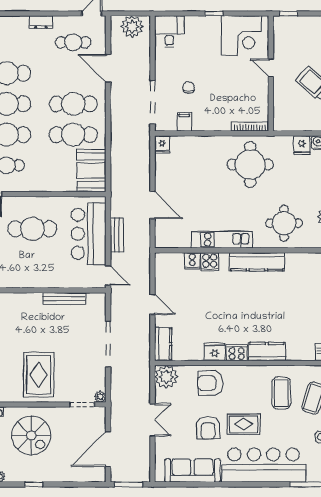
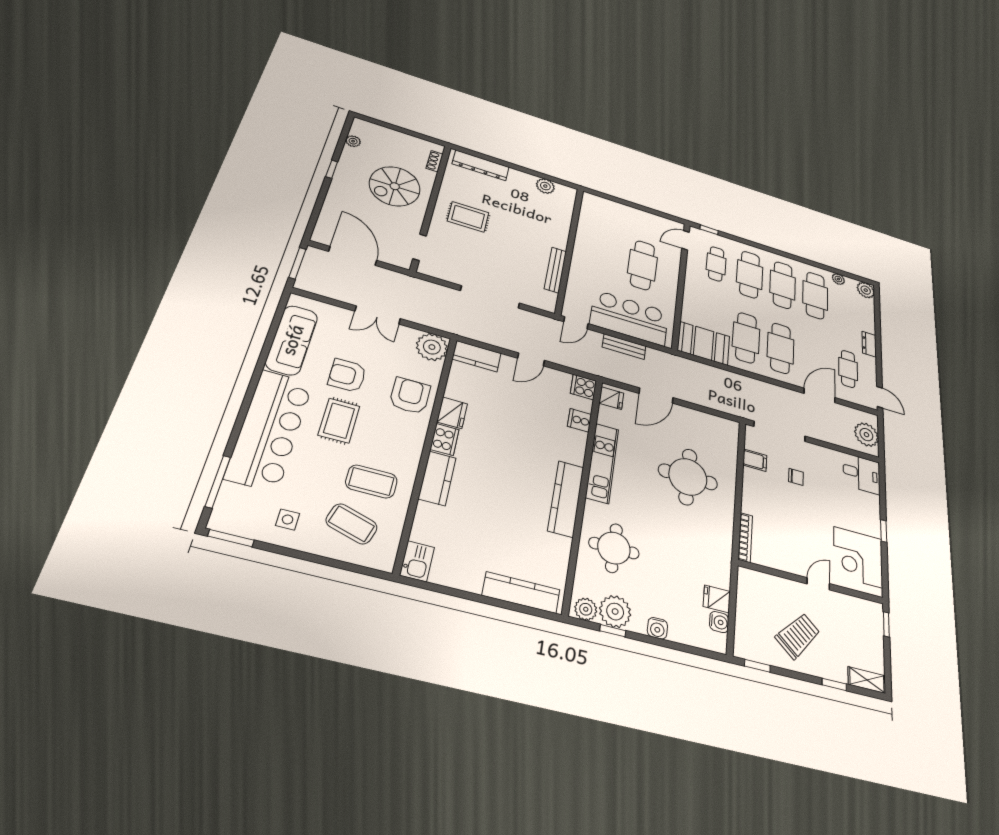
fridge: (162, 145) -> (611, 398), moved, turned 180
round table: (250, 164) -> (688, 477), moved
cooker: (210, 262) -> (583, 387), moved
rug: (39, 375) -> (468, 217), width x0.73, depth x0.70
plant: (100, 397) -> (425, 269), removed

